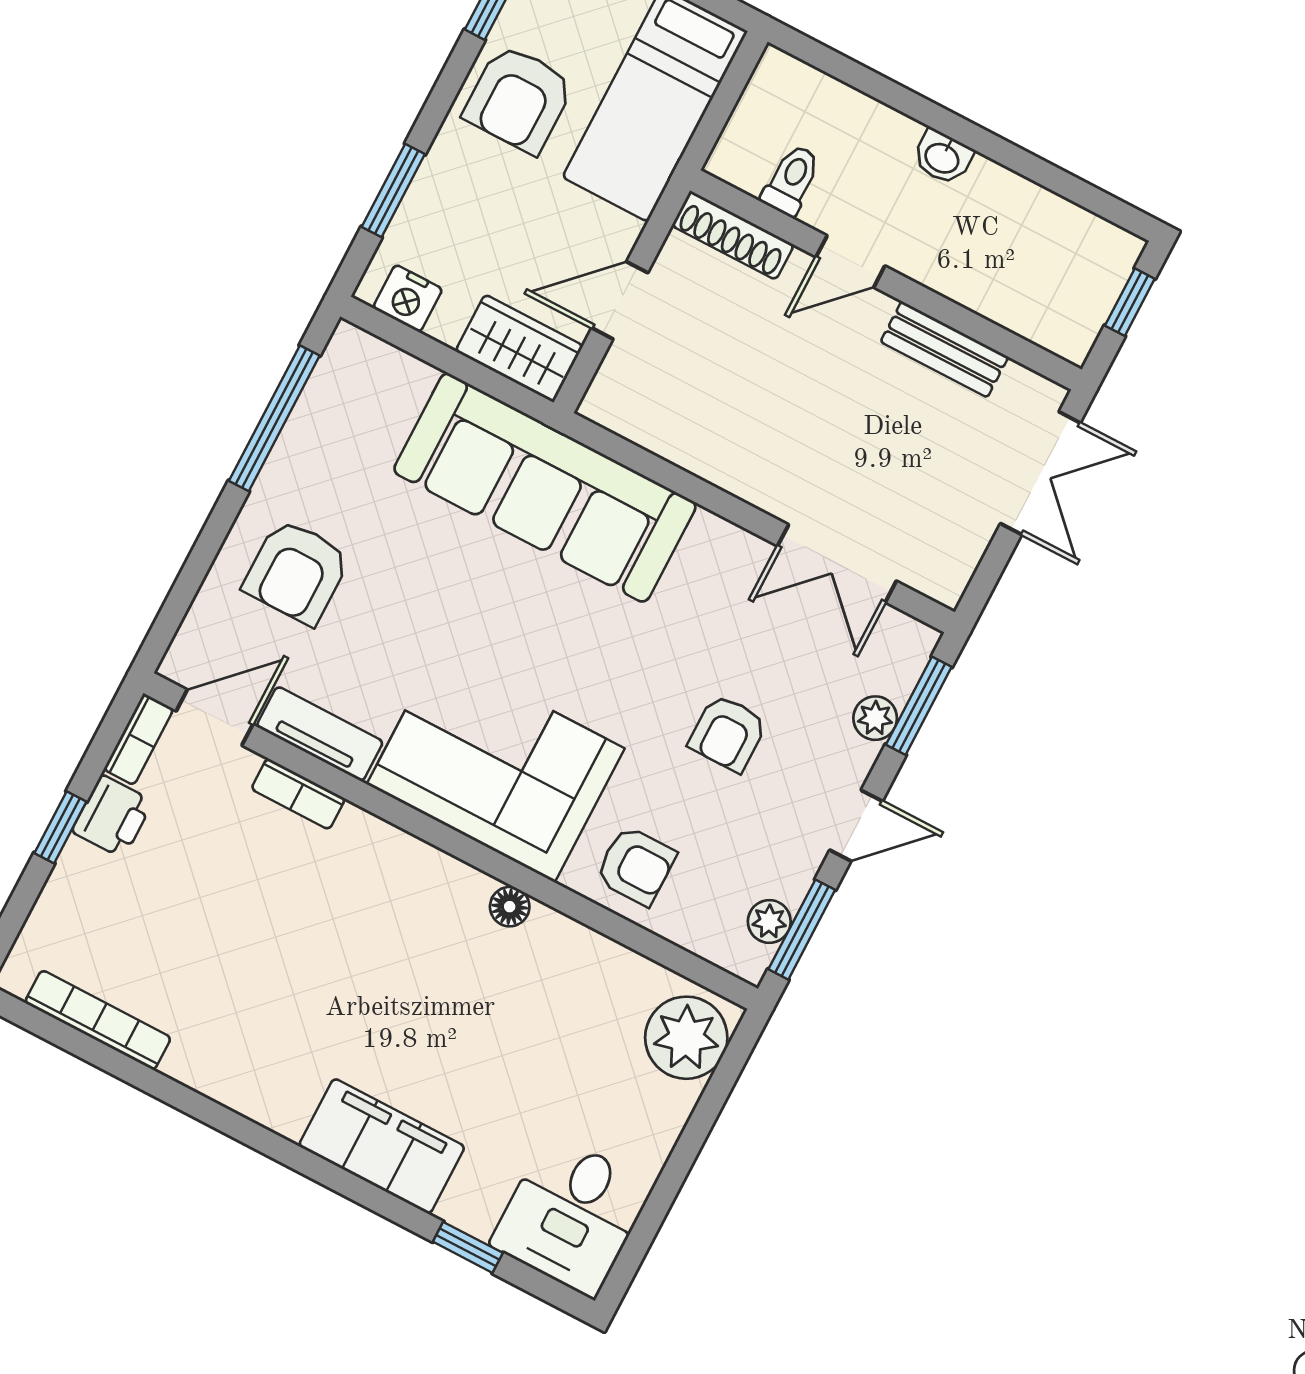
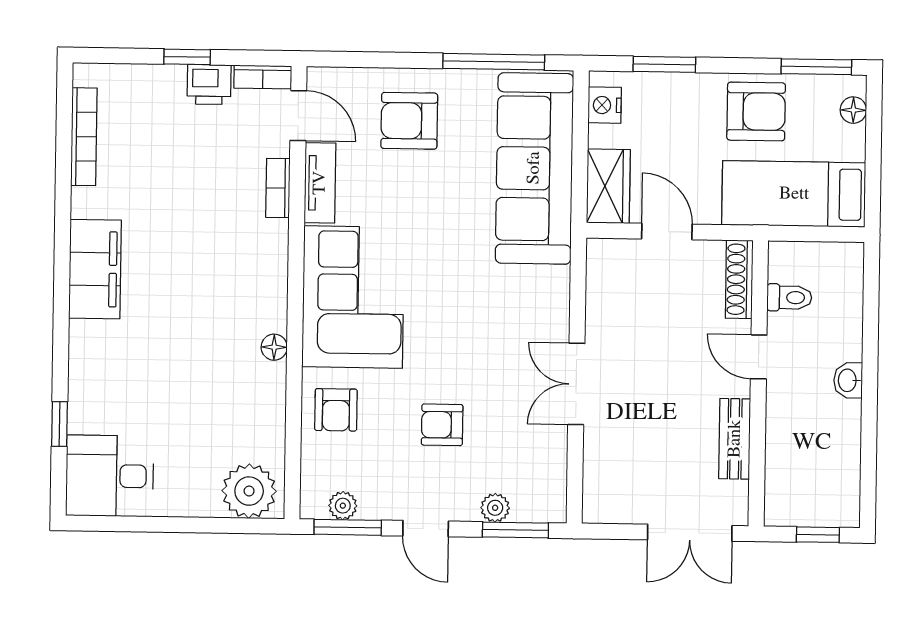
armchair: (519, 99) -> (756, 111), turned 180
sofa: (545, 488) -> (534, 168), moved
double door: (837, 563) -> (576, 384), moved
filing cabinet: (382, 1146) -> (95, 269), moved

